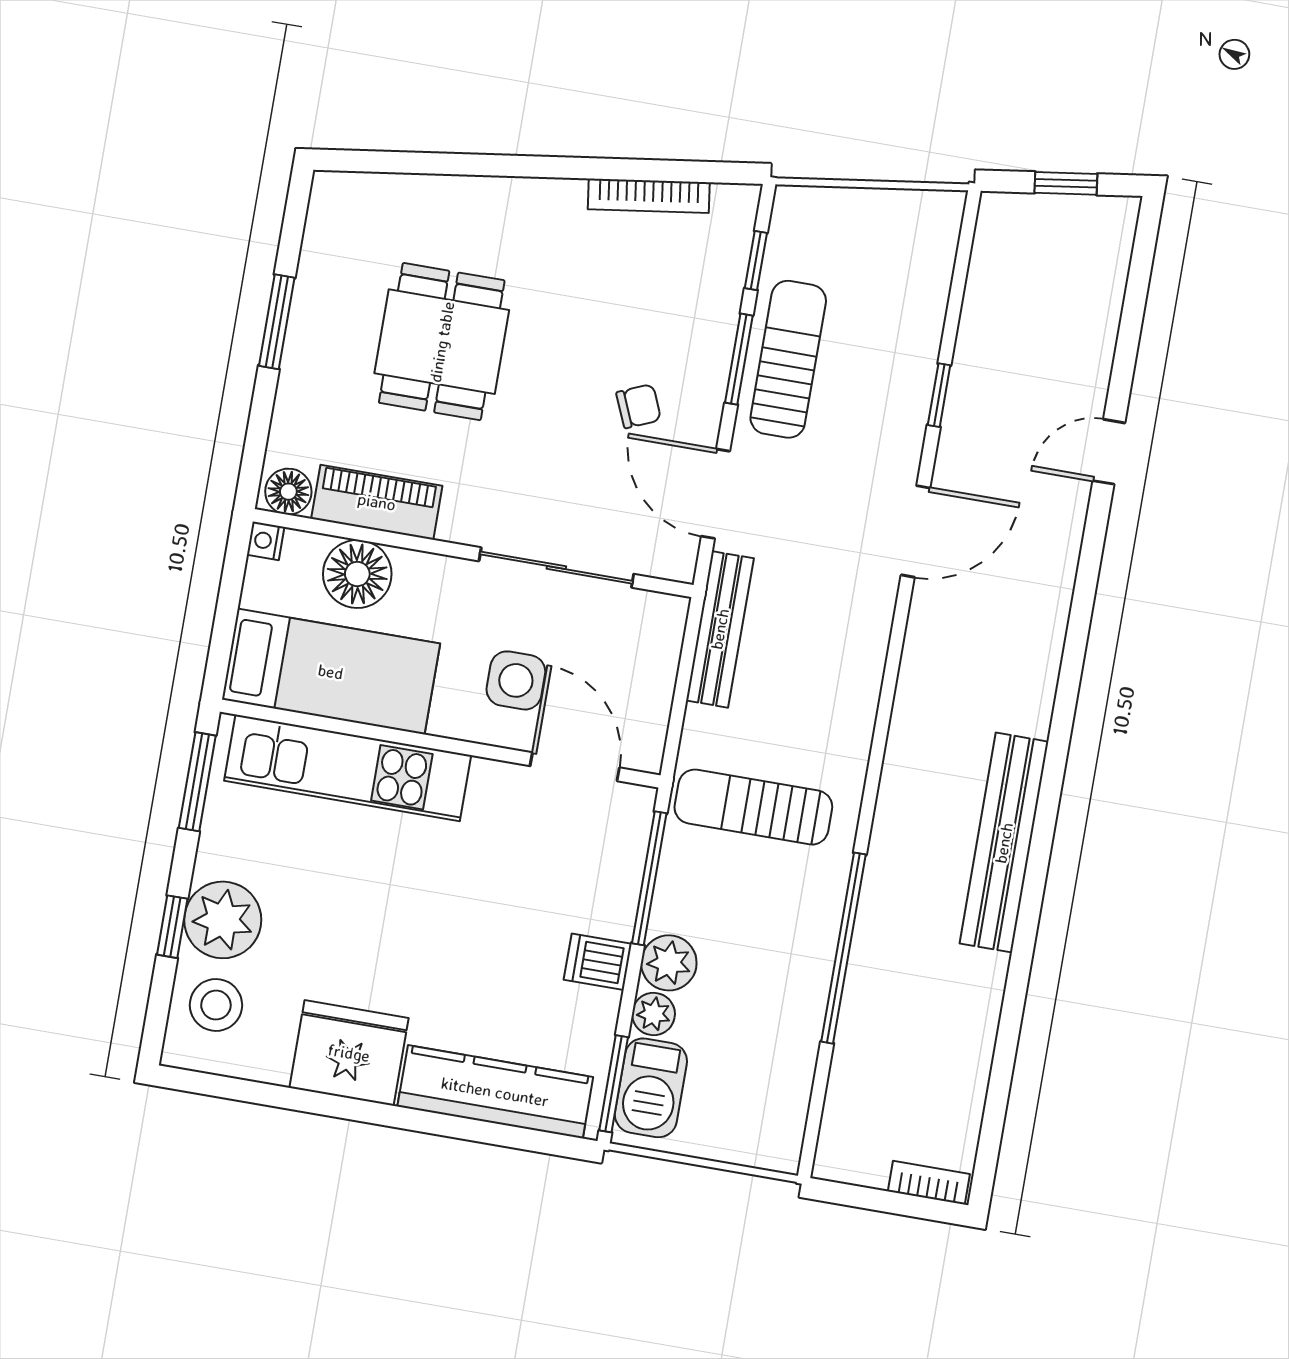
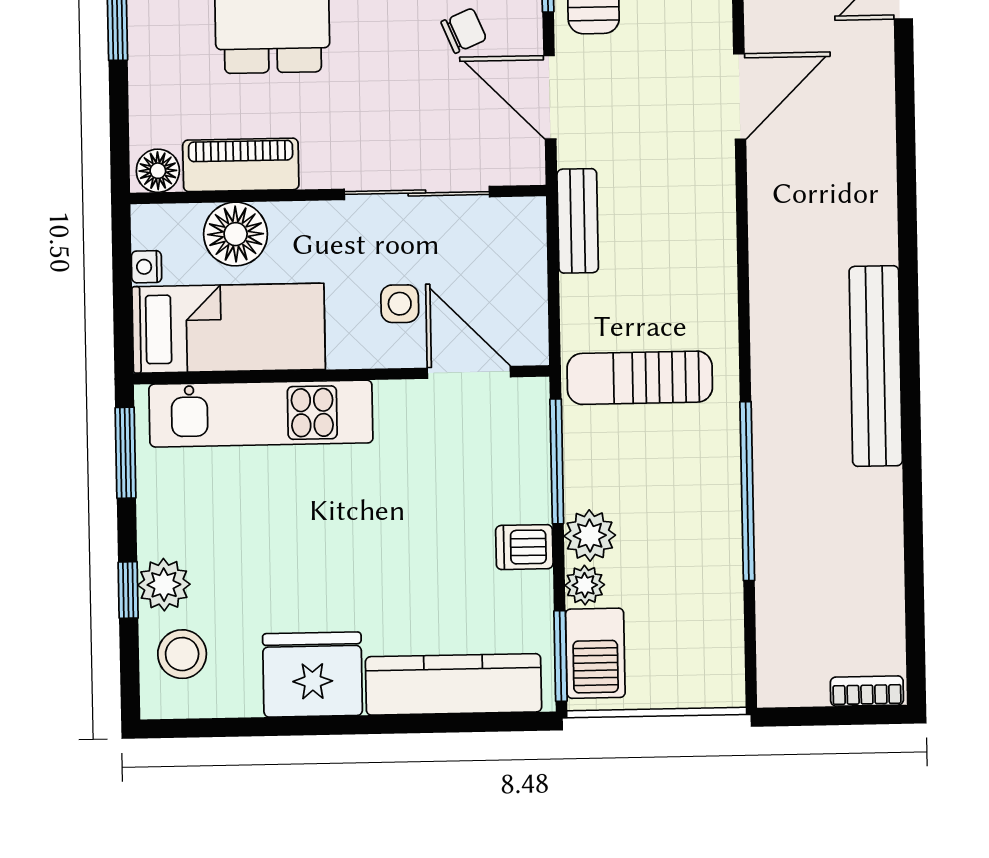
nightstand: (266, 541) -> (147, 267), moved
bench: (720, 629) -> (578, 221), width x0.73
side table: (516, 680) -> (400, 304), width x0.73, depth x0.73
plant: (223, 920) -> (164, 585), width x0.73, depth x0.73

